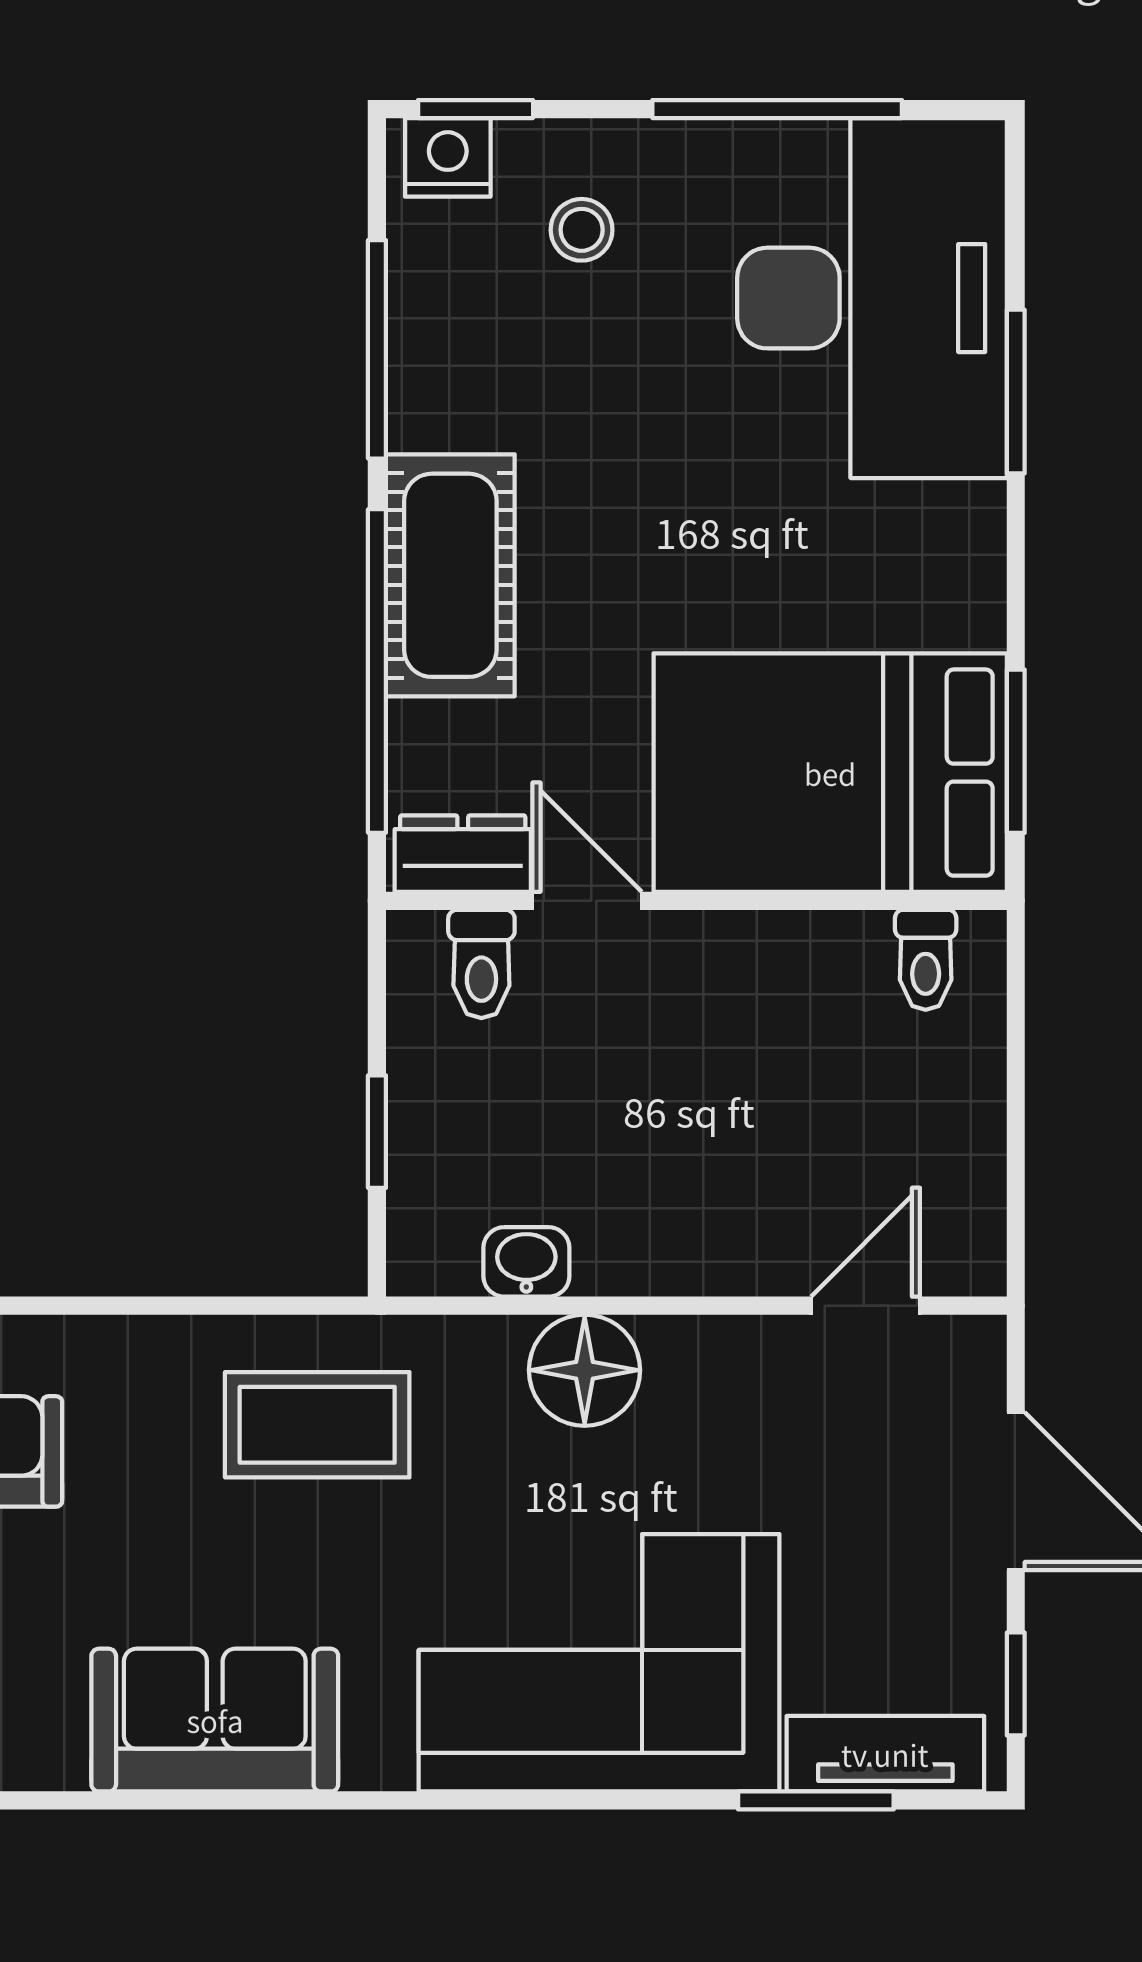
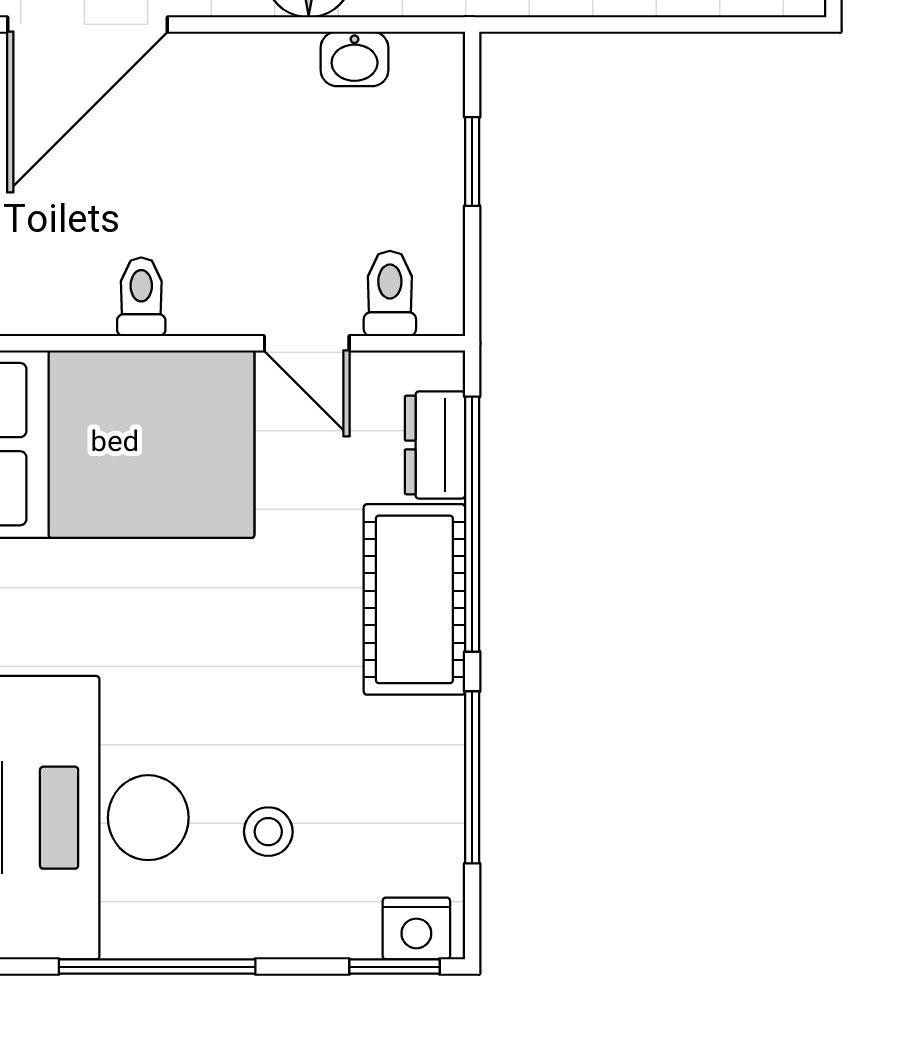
stool: (582, 230) -> (268, 832), moved
dresser: (463, 854) -> (435, 445), moved, turned 90
toilet: (926, 960) -> (141, 297), moved
door: (866, 1306) -> (88, 24), width x1.87

